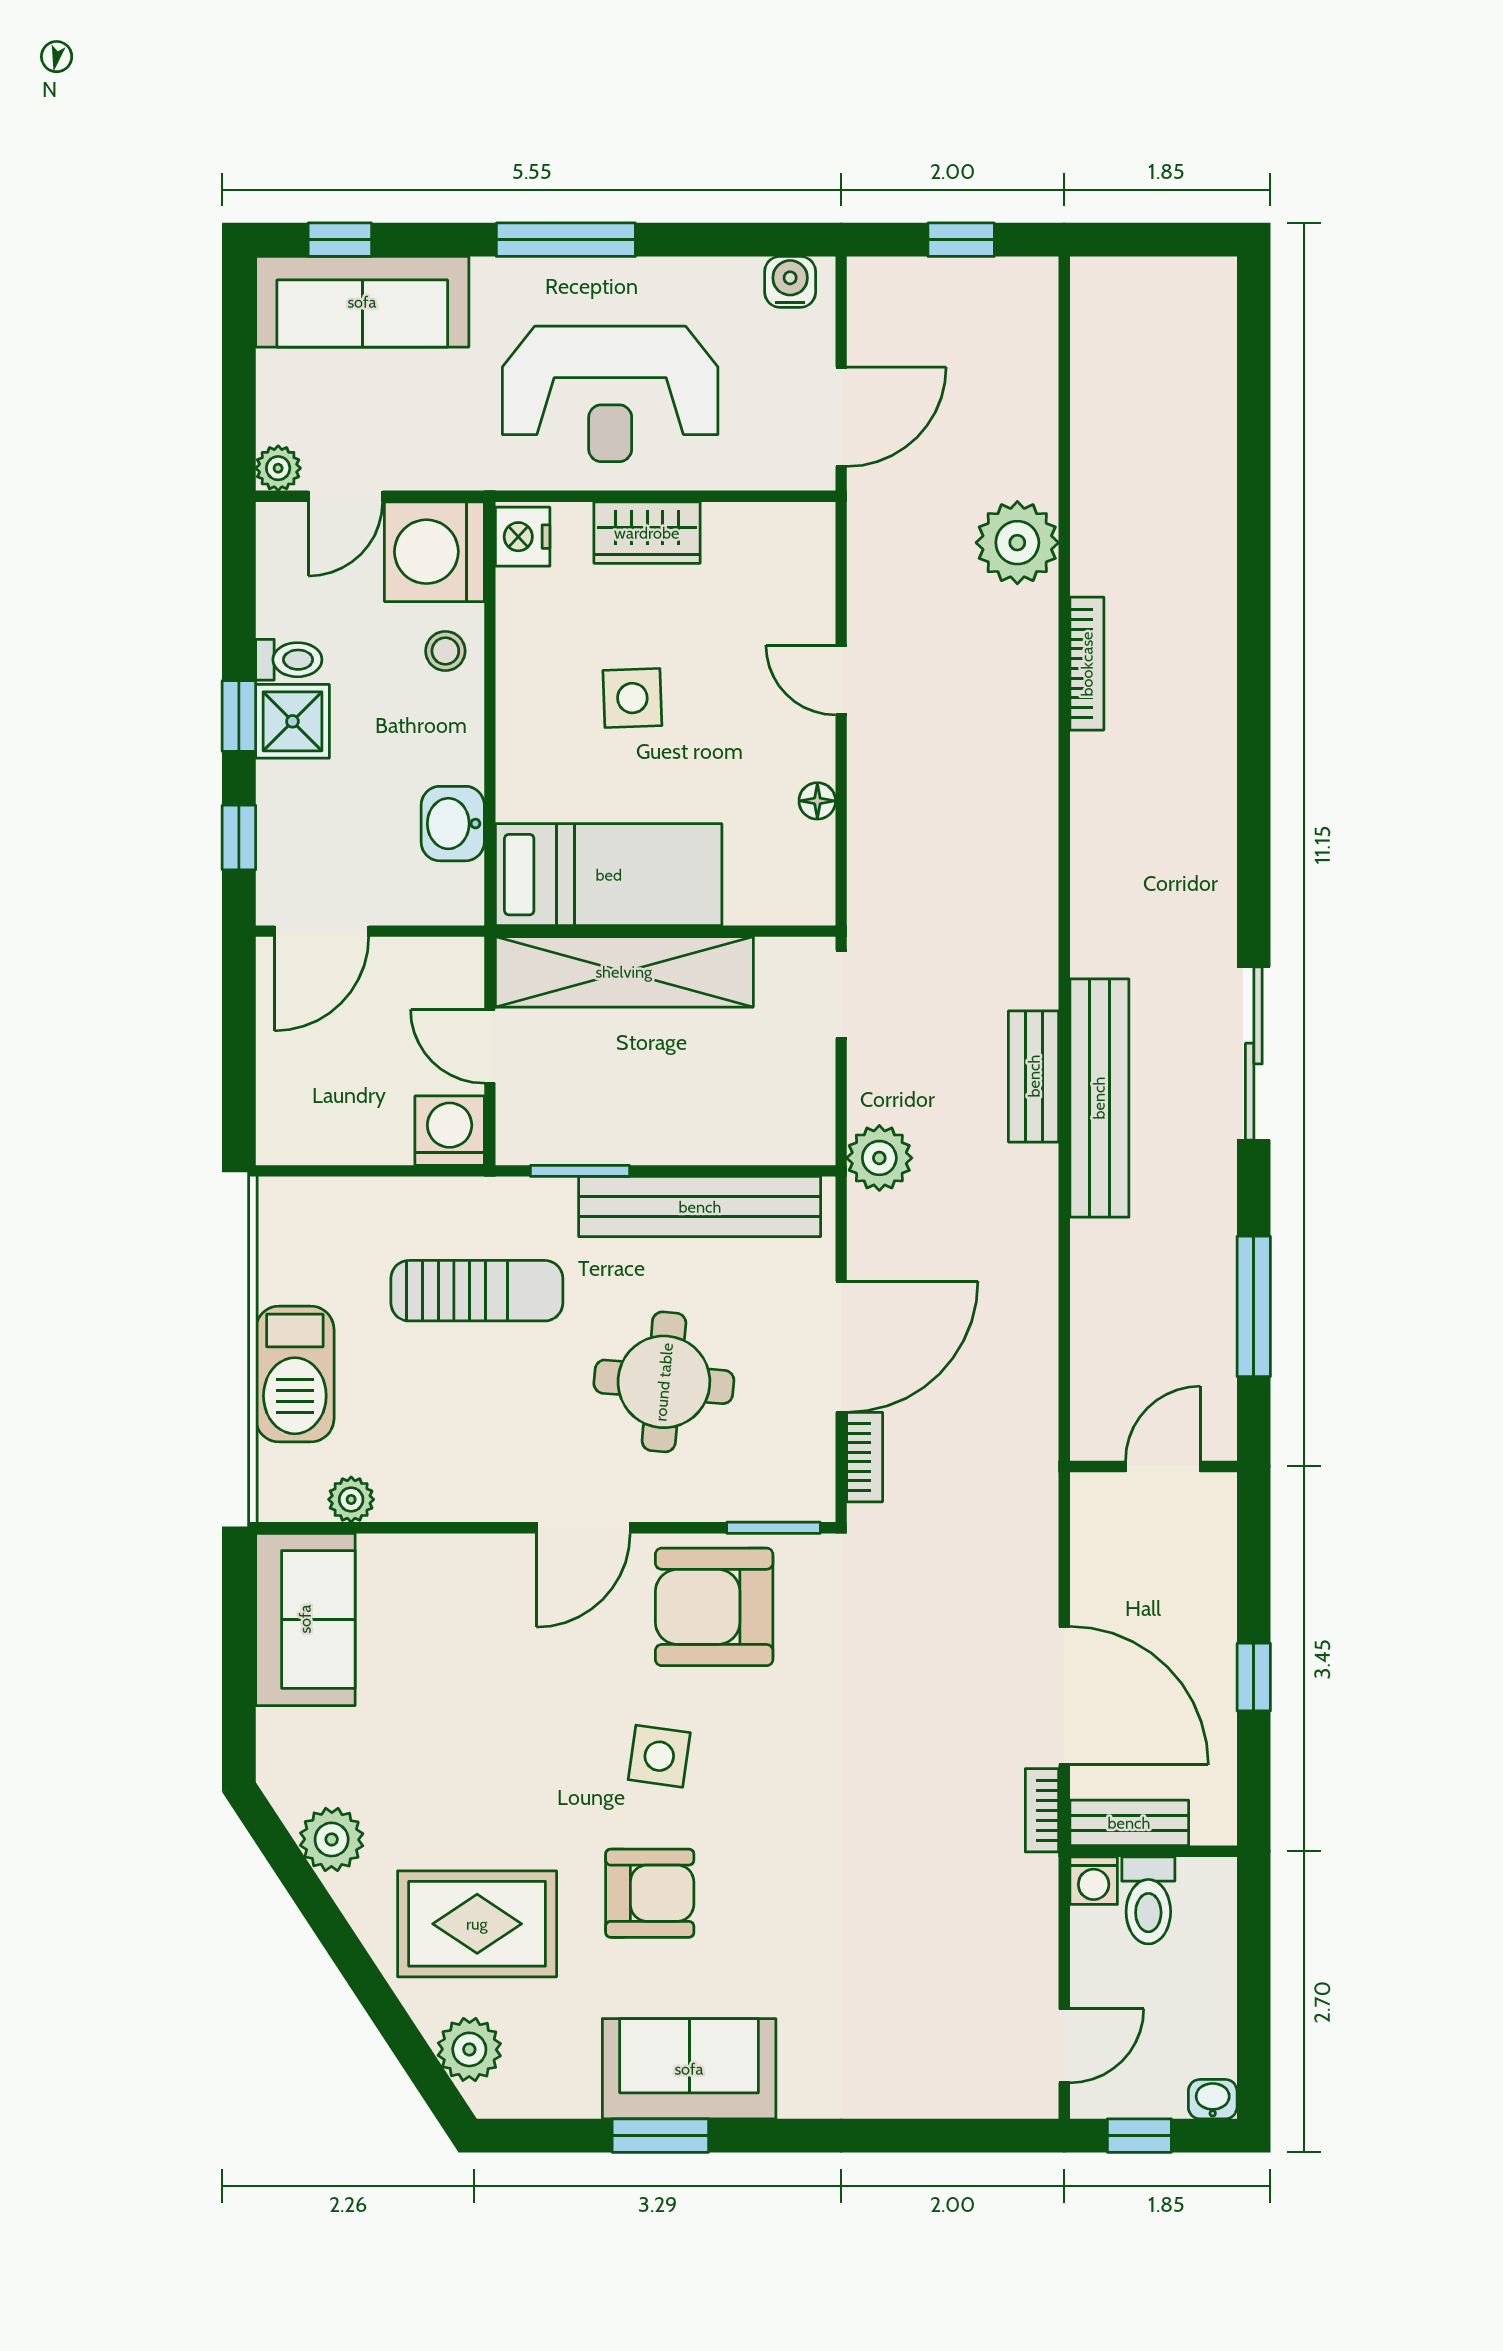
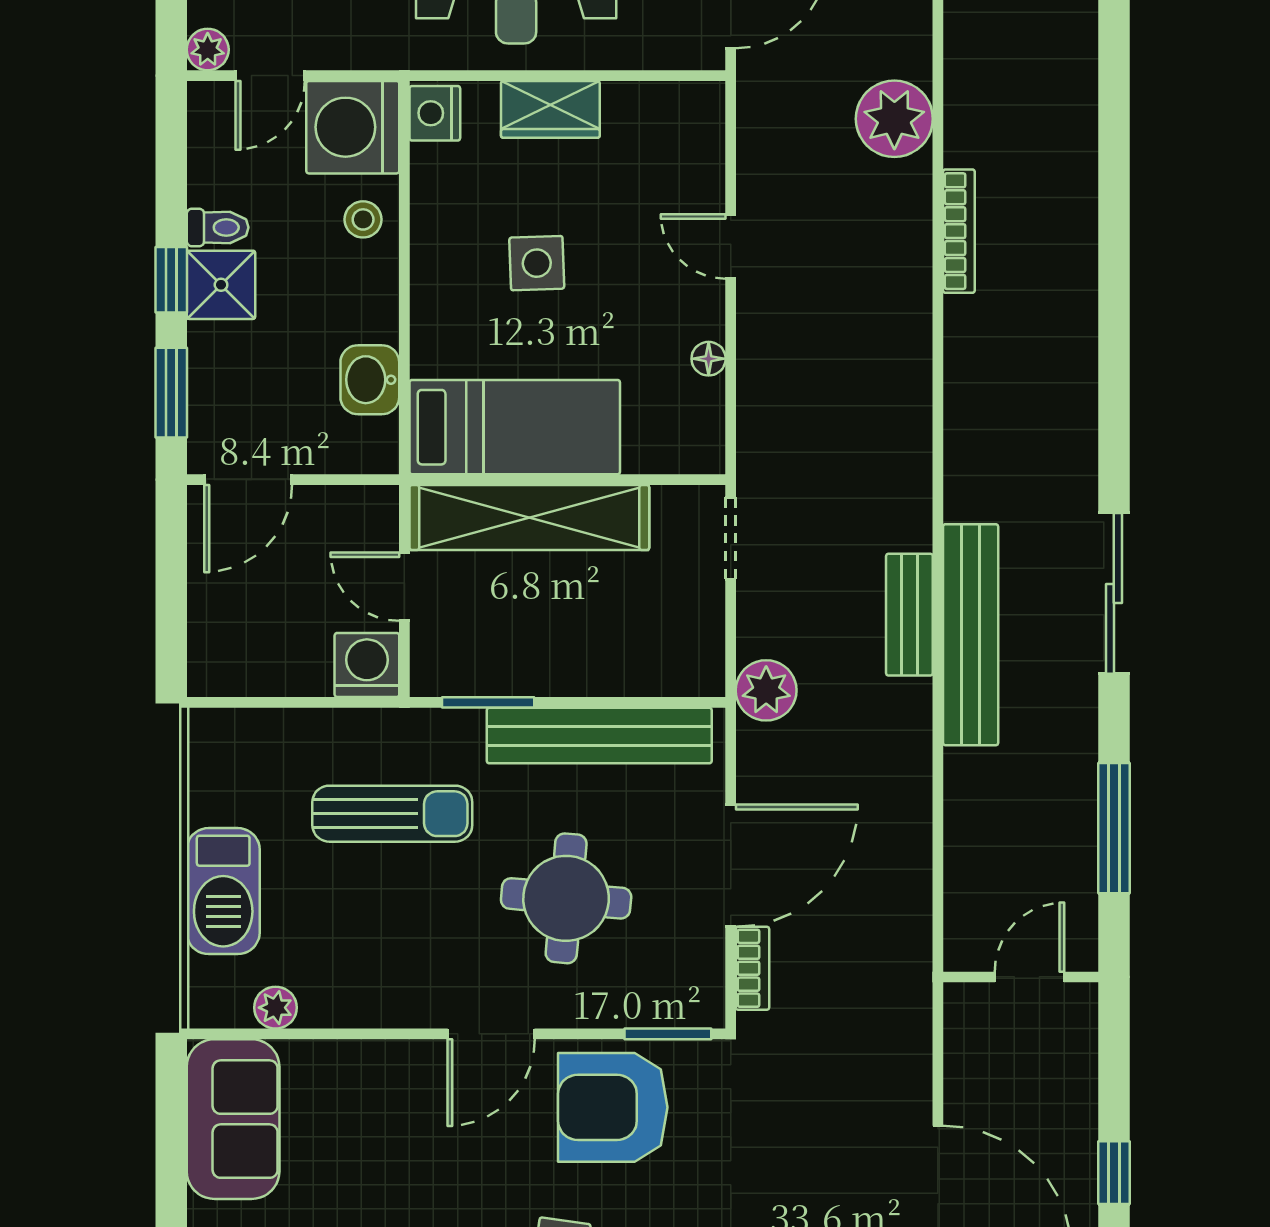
window: (239, 837) -> (171, 393), width x1.50

